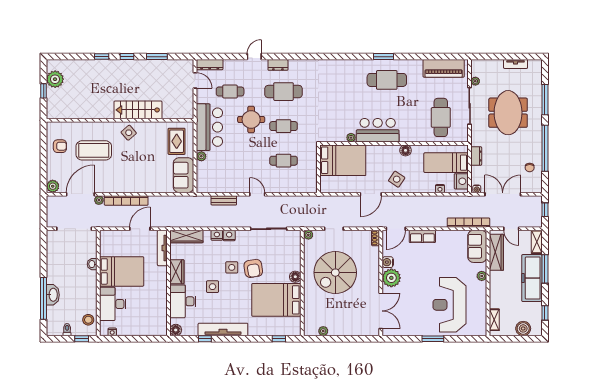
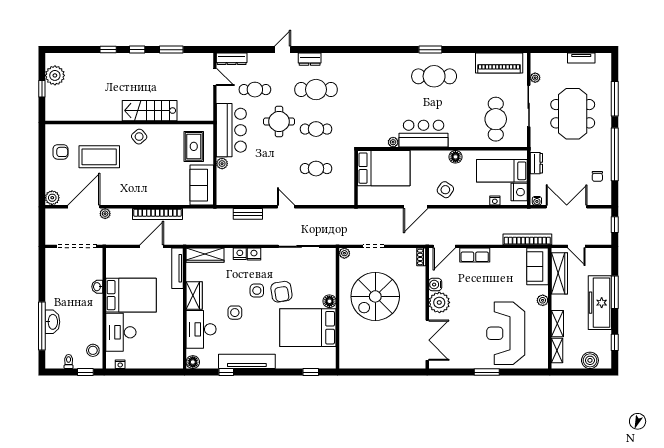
bookcase: (126, 200) -> (157, 214), moved
shelving: (537, 242) -> (557, 324), moved
plant: (323, 331) -> (361, 363), removed

